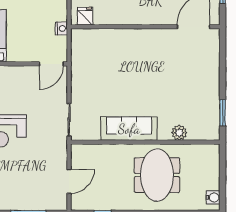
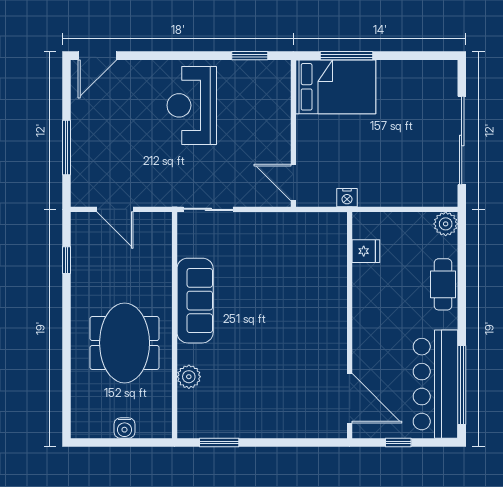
fridge: (85, 16) -> (366, 251), moved
meeting table: (157, 175) -> (125, 343), turned 90
water cooler: (213, 197) -> (124, 428), moved

